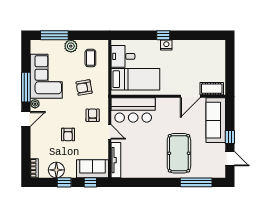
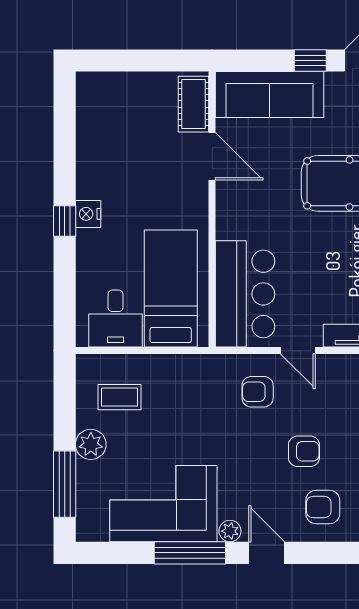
armchair: (84, 88) -> (323, 507), moved, turned 100
door: (110, 132) -> (298, 351), swing flipped

